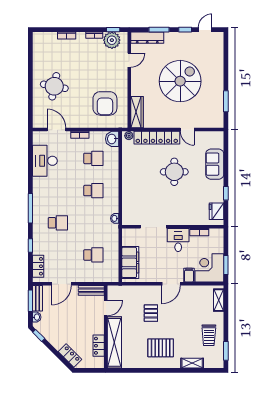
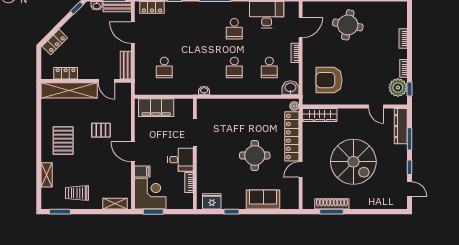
shoe rack: (219, 101) -> (332, 204), added
school desk: (58, 223) -> (234, 29), moved

